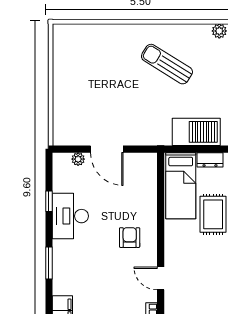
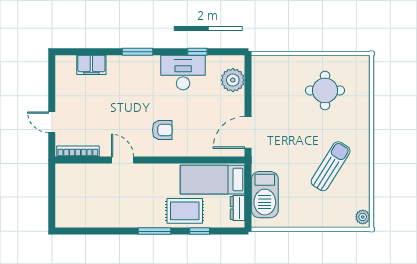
round table: (89, 70) -> (325, 90), added
door: (107, 149) -> (248, 132), moved
plant: (78, 159) -> (233, 80), width x1.88, depth x1.88
door: (161, 278) -> (123, 160), hinge flipped

